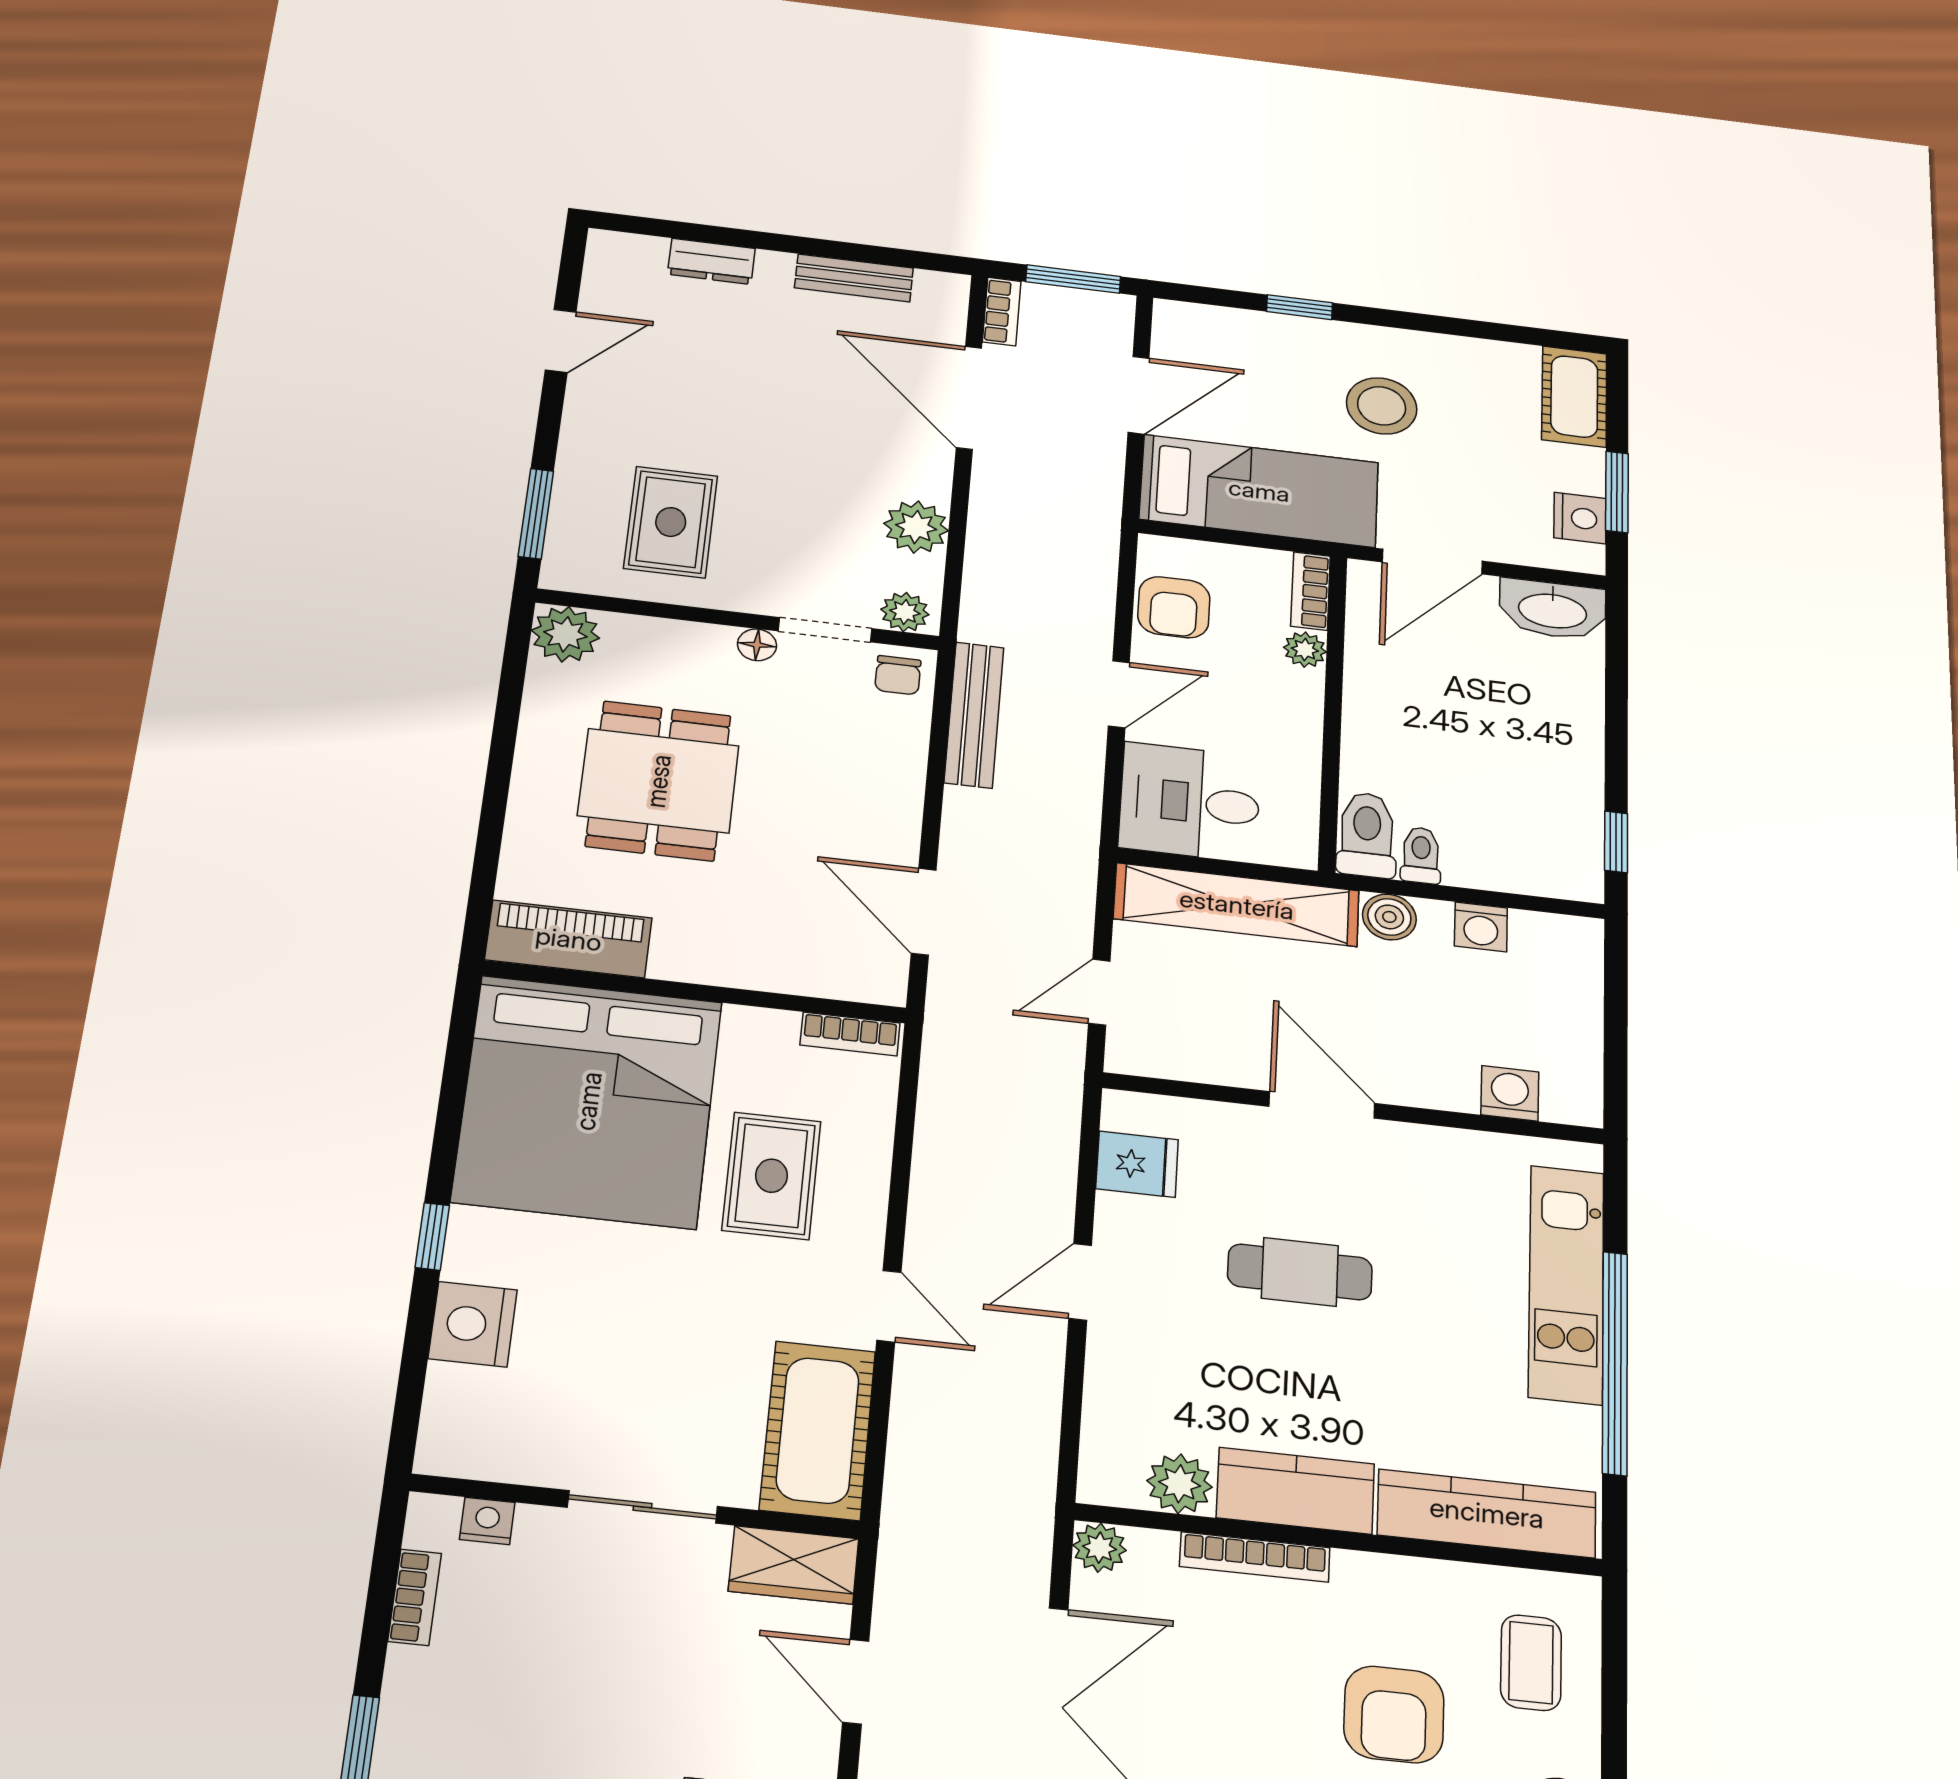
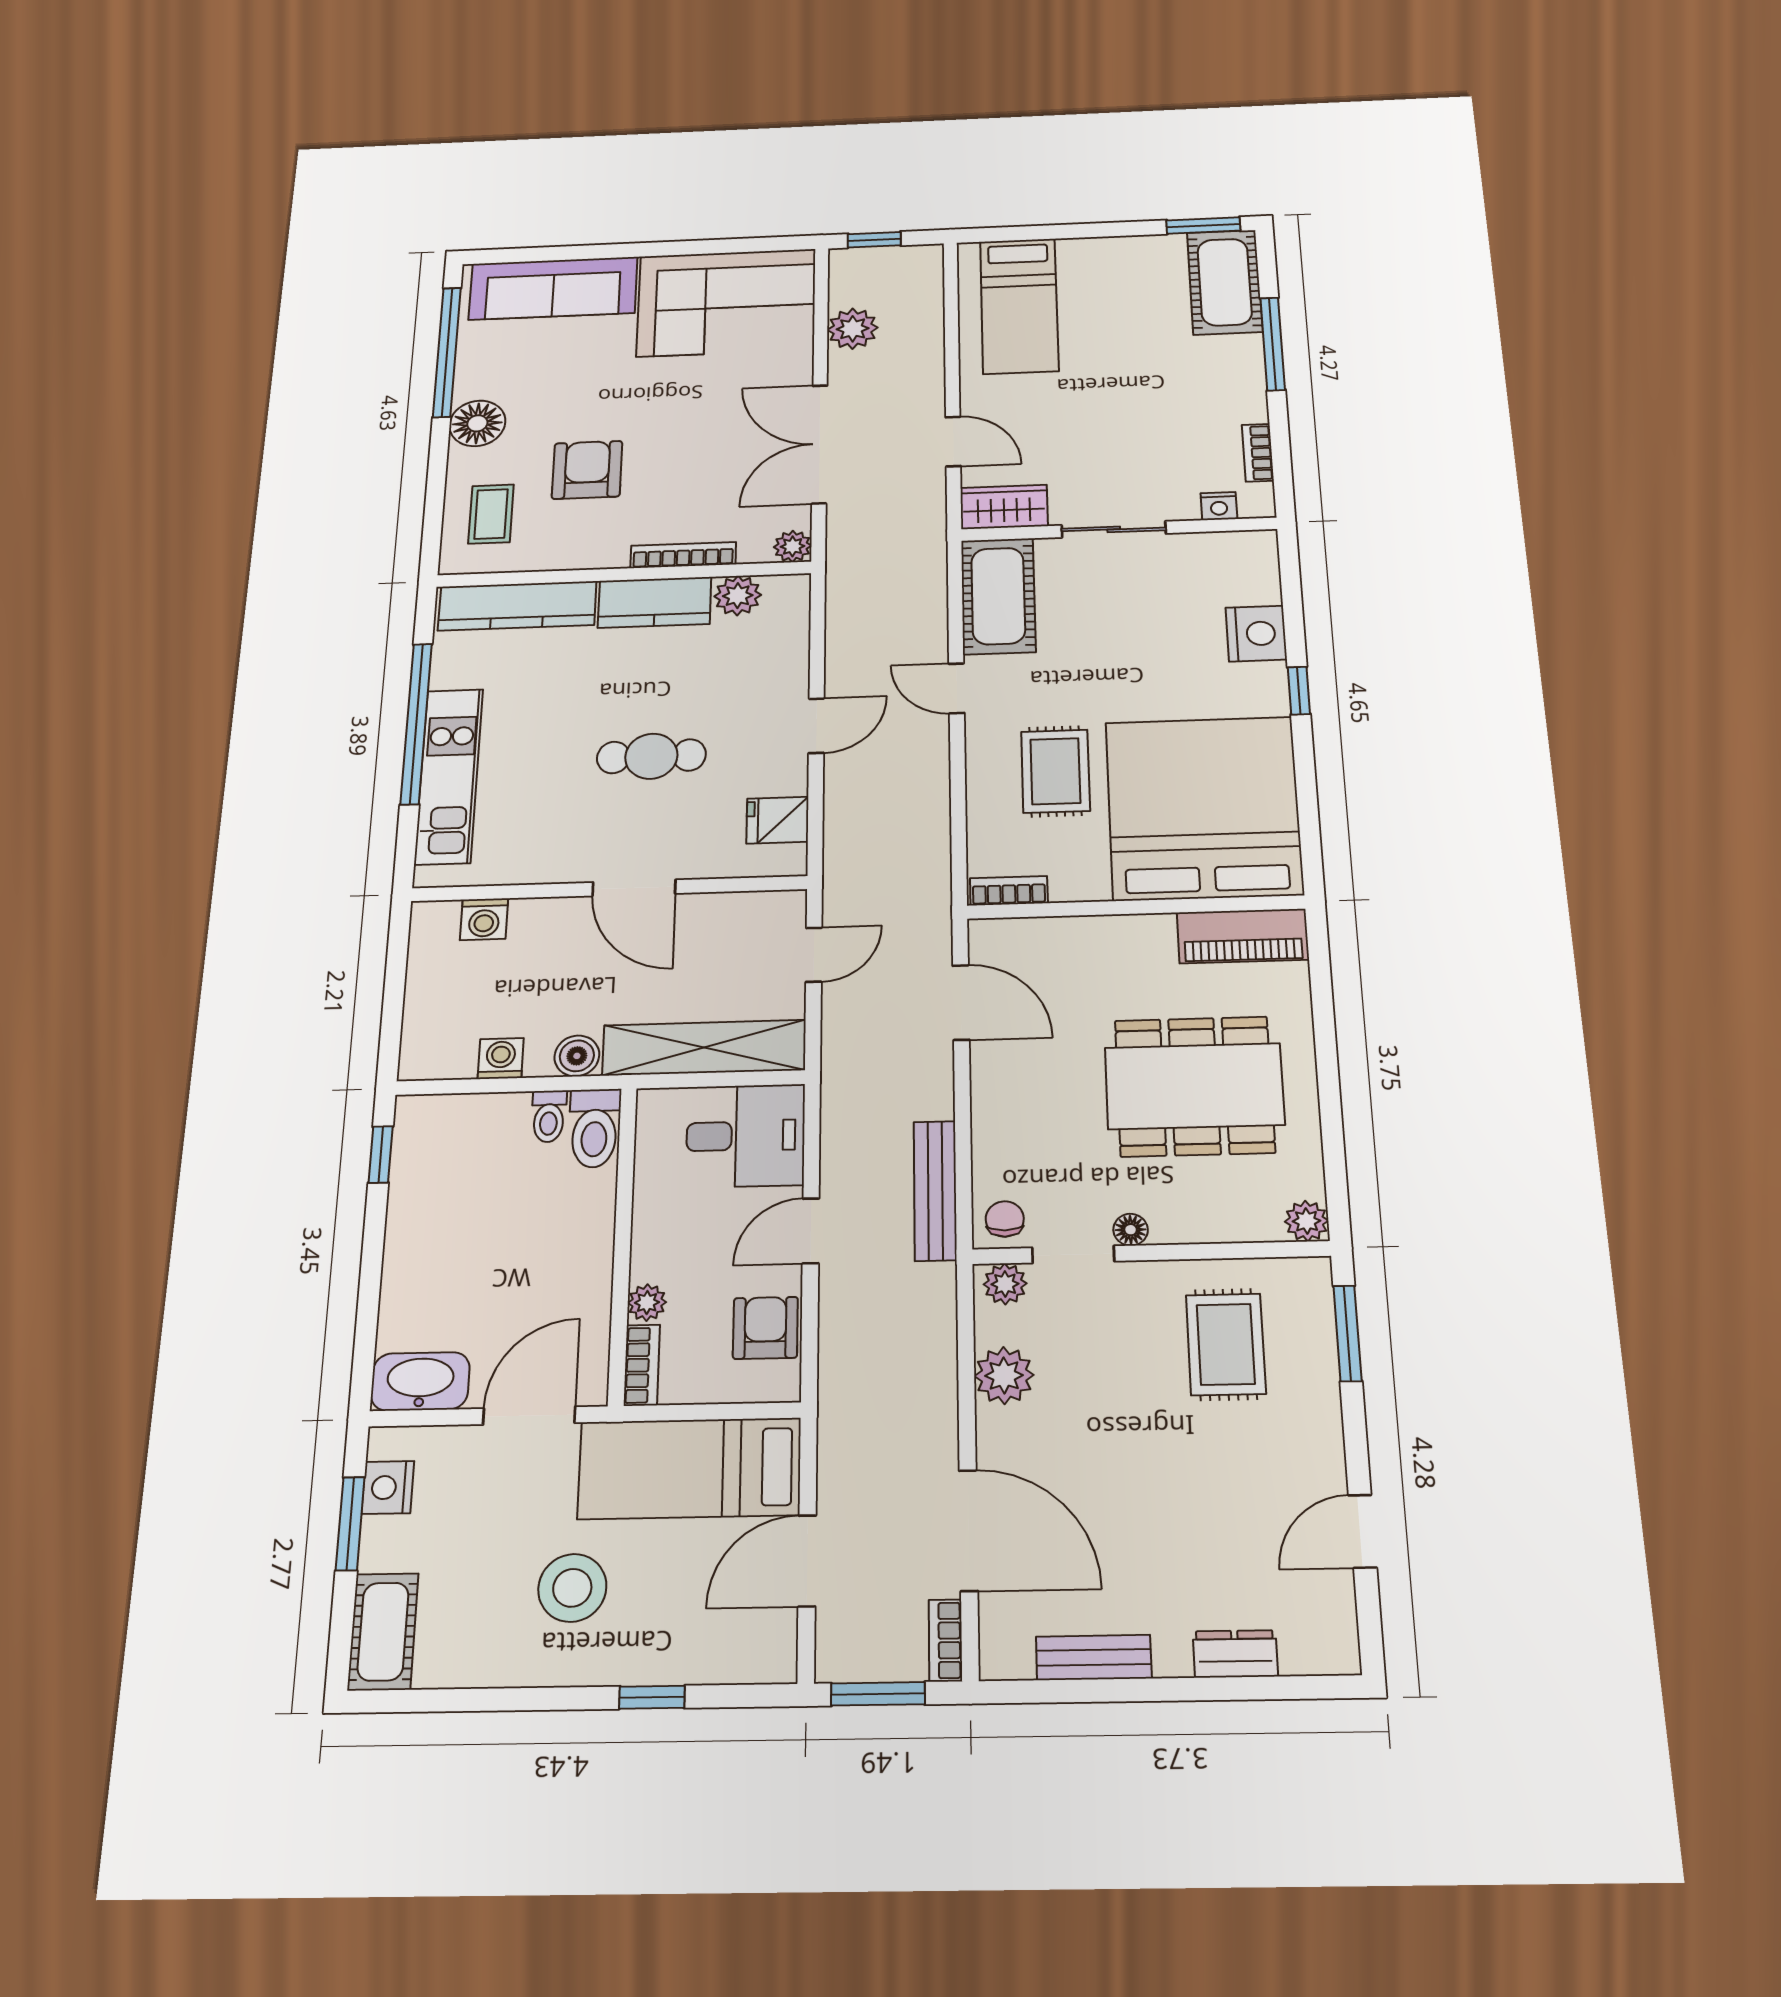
plant: (565, 634) -> (1307, 1221), width x0.73, depth x0.73
dining table: (658, 781) -> (1194, 1086), width x1.38

